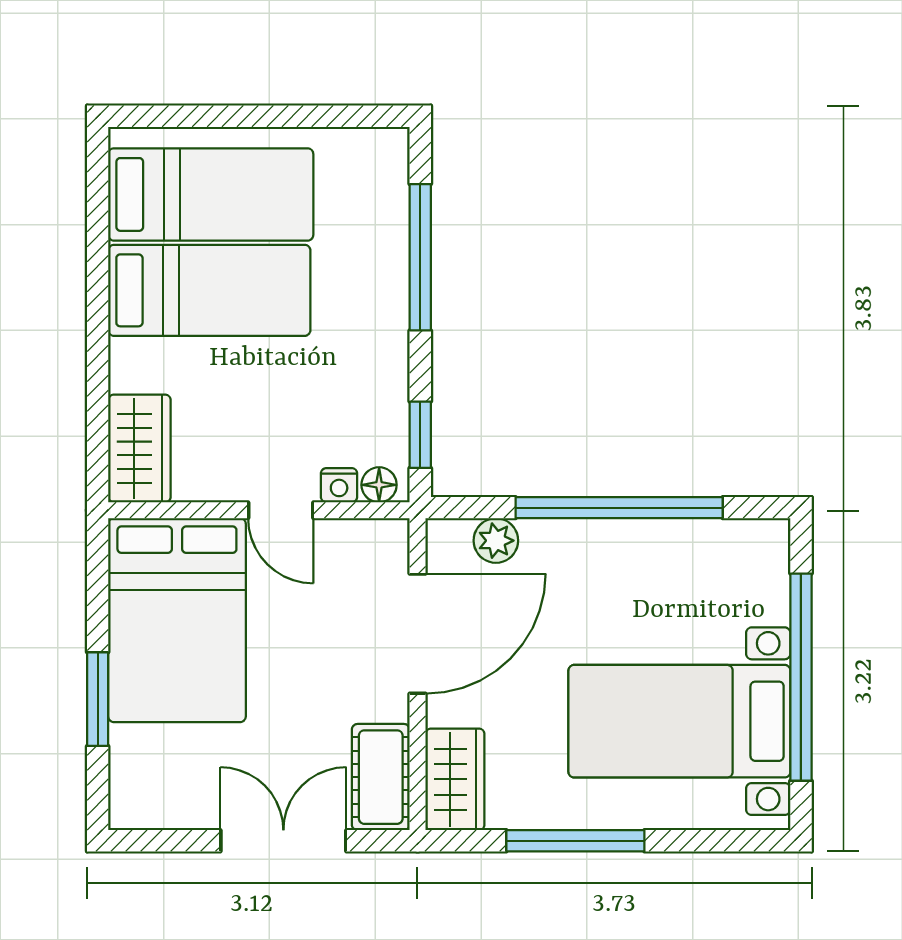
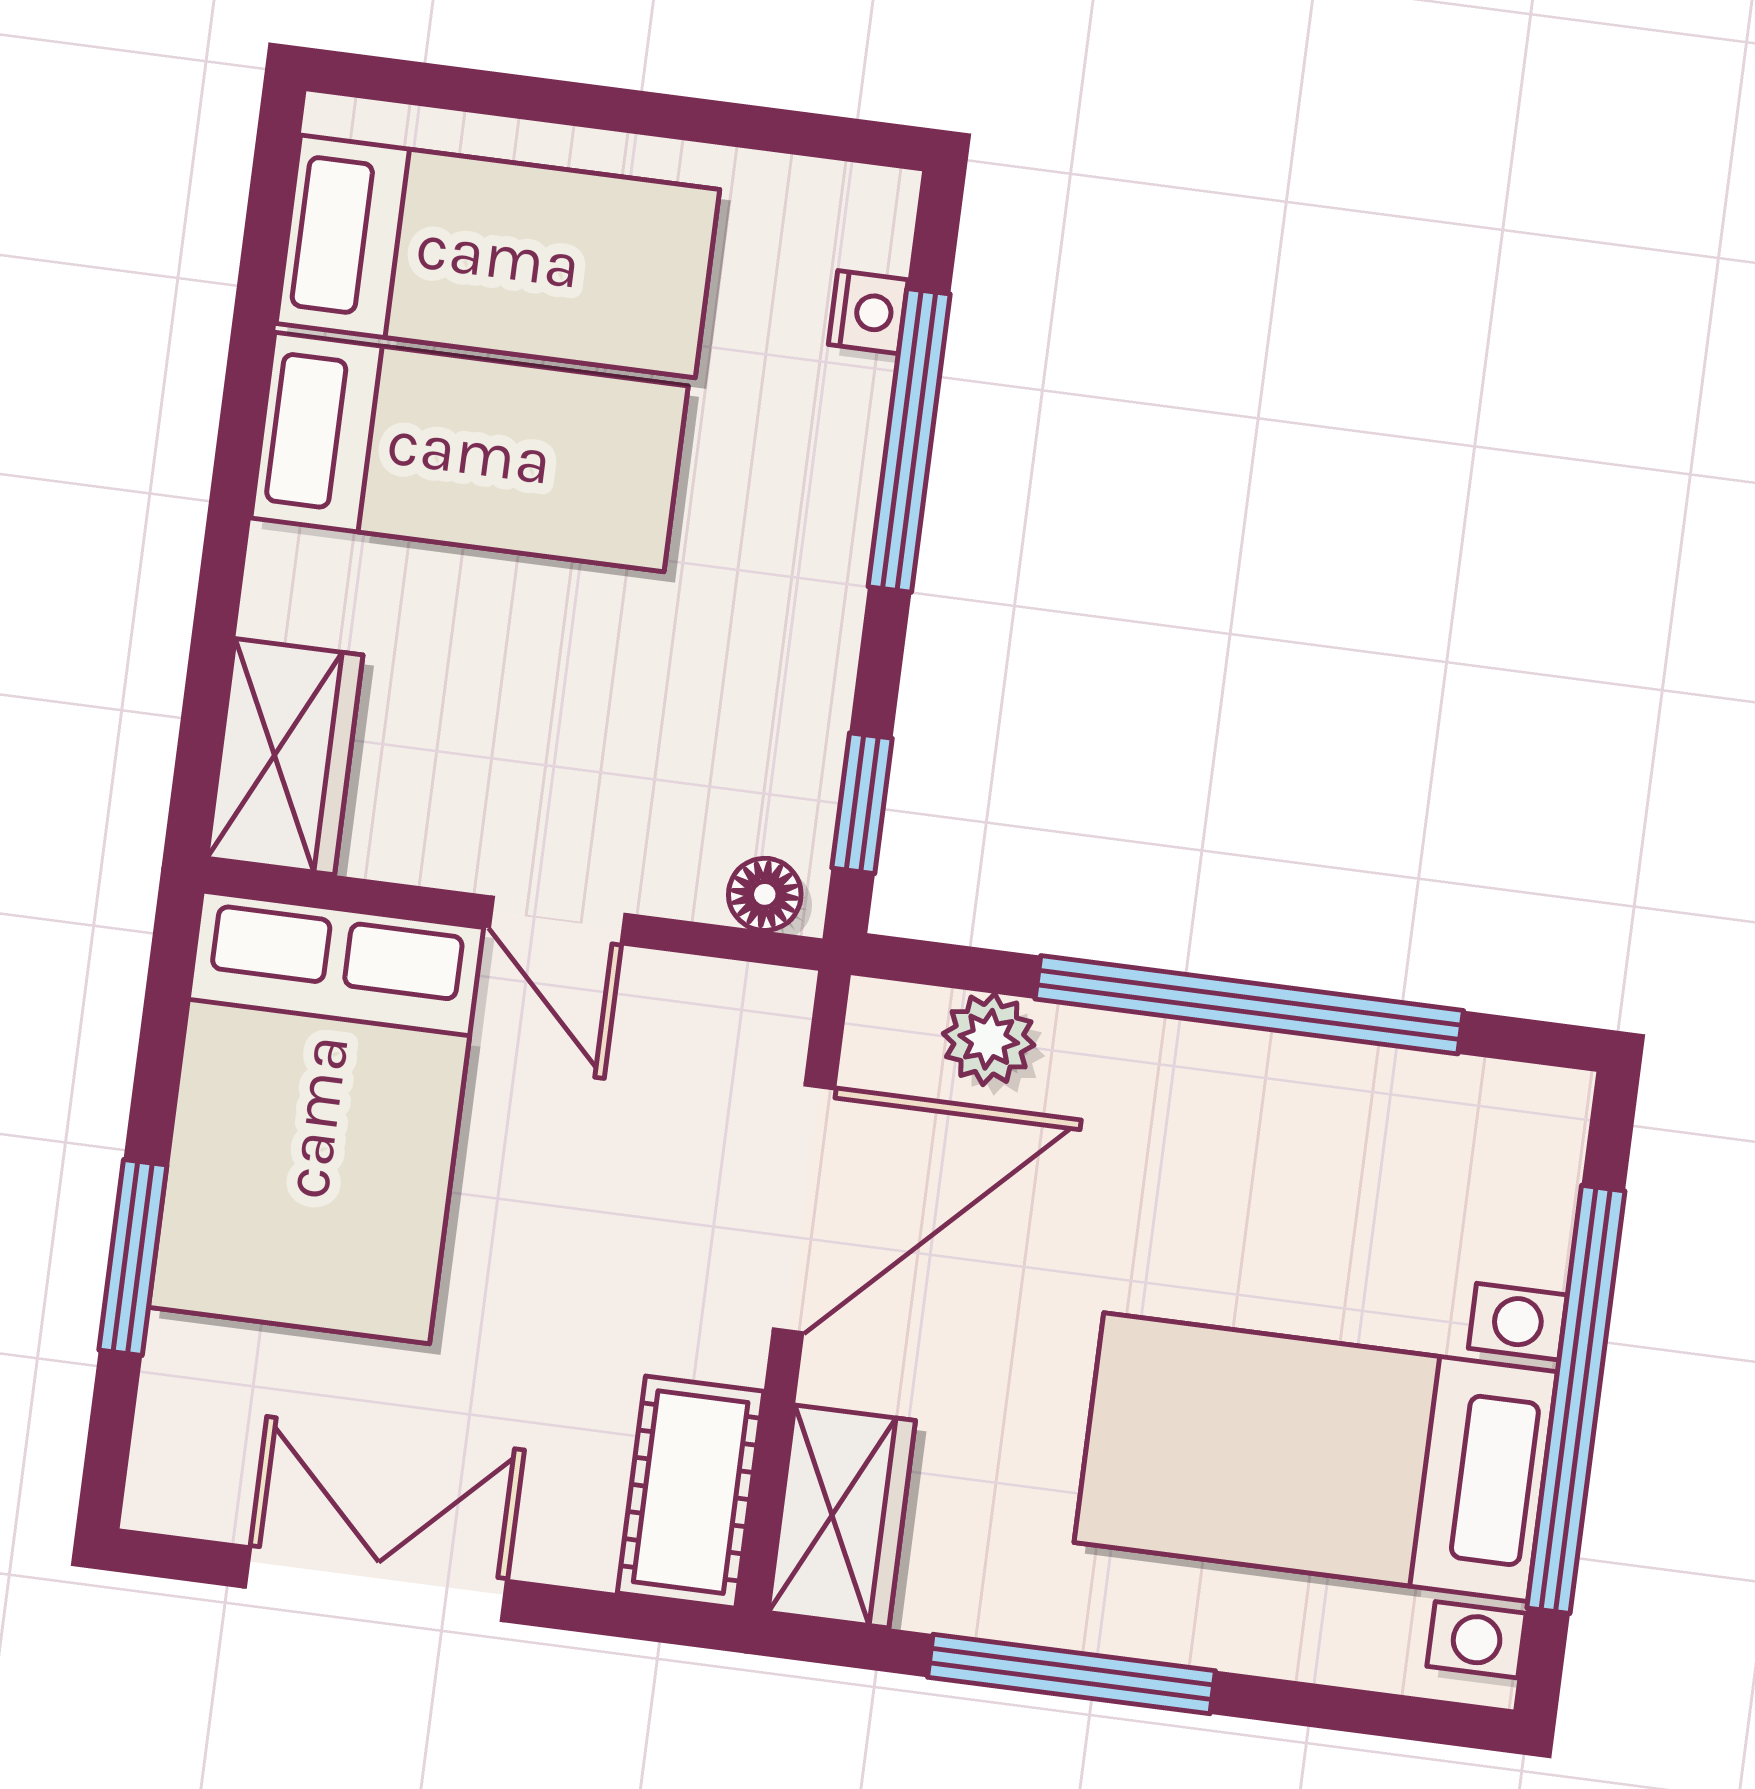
nightstand: (339, 485) -> (868, 312), moved, turned -90
double door: (283, 841) -> (376, 1584), moved

